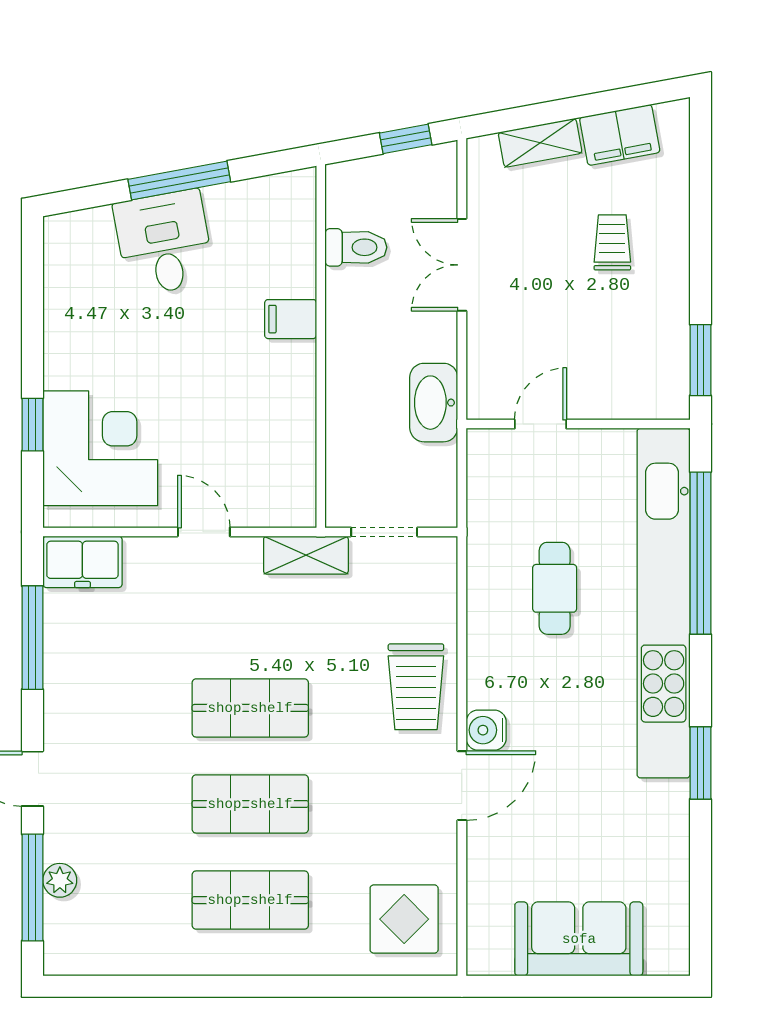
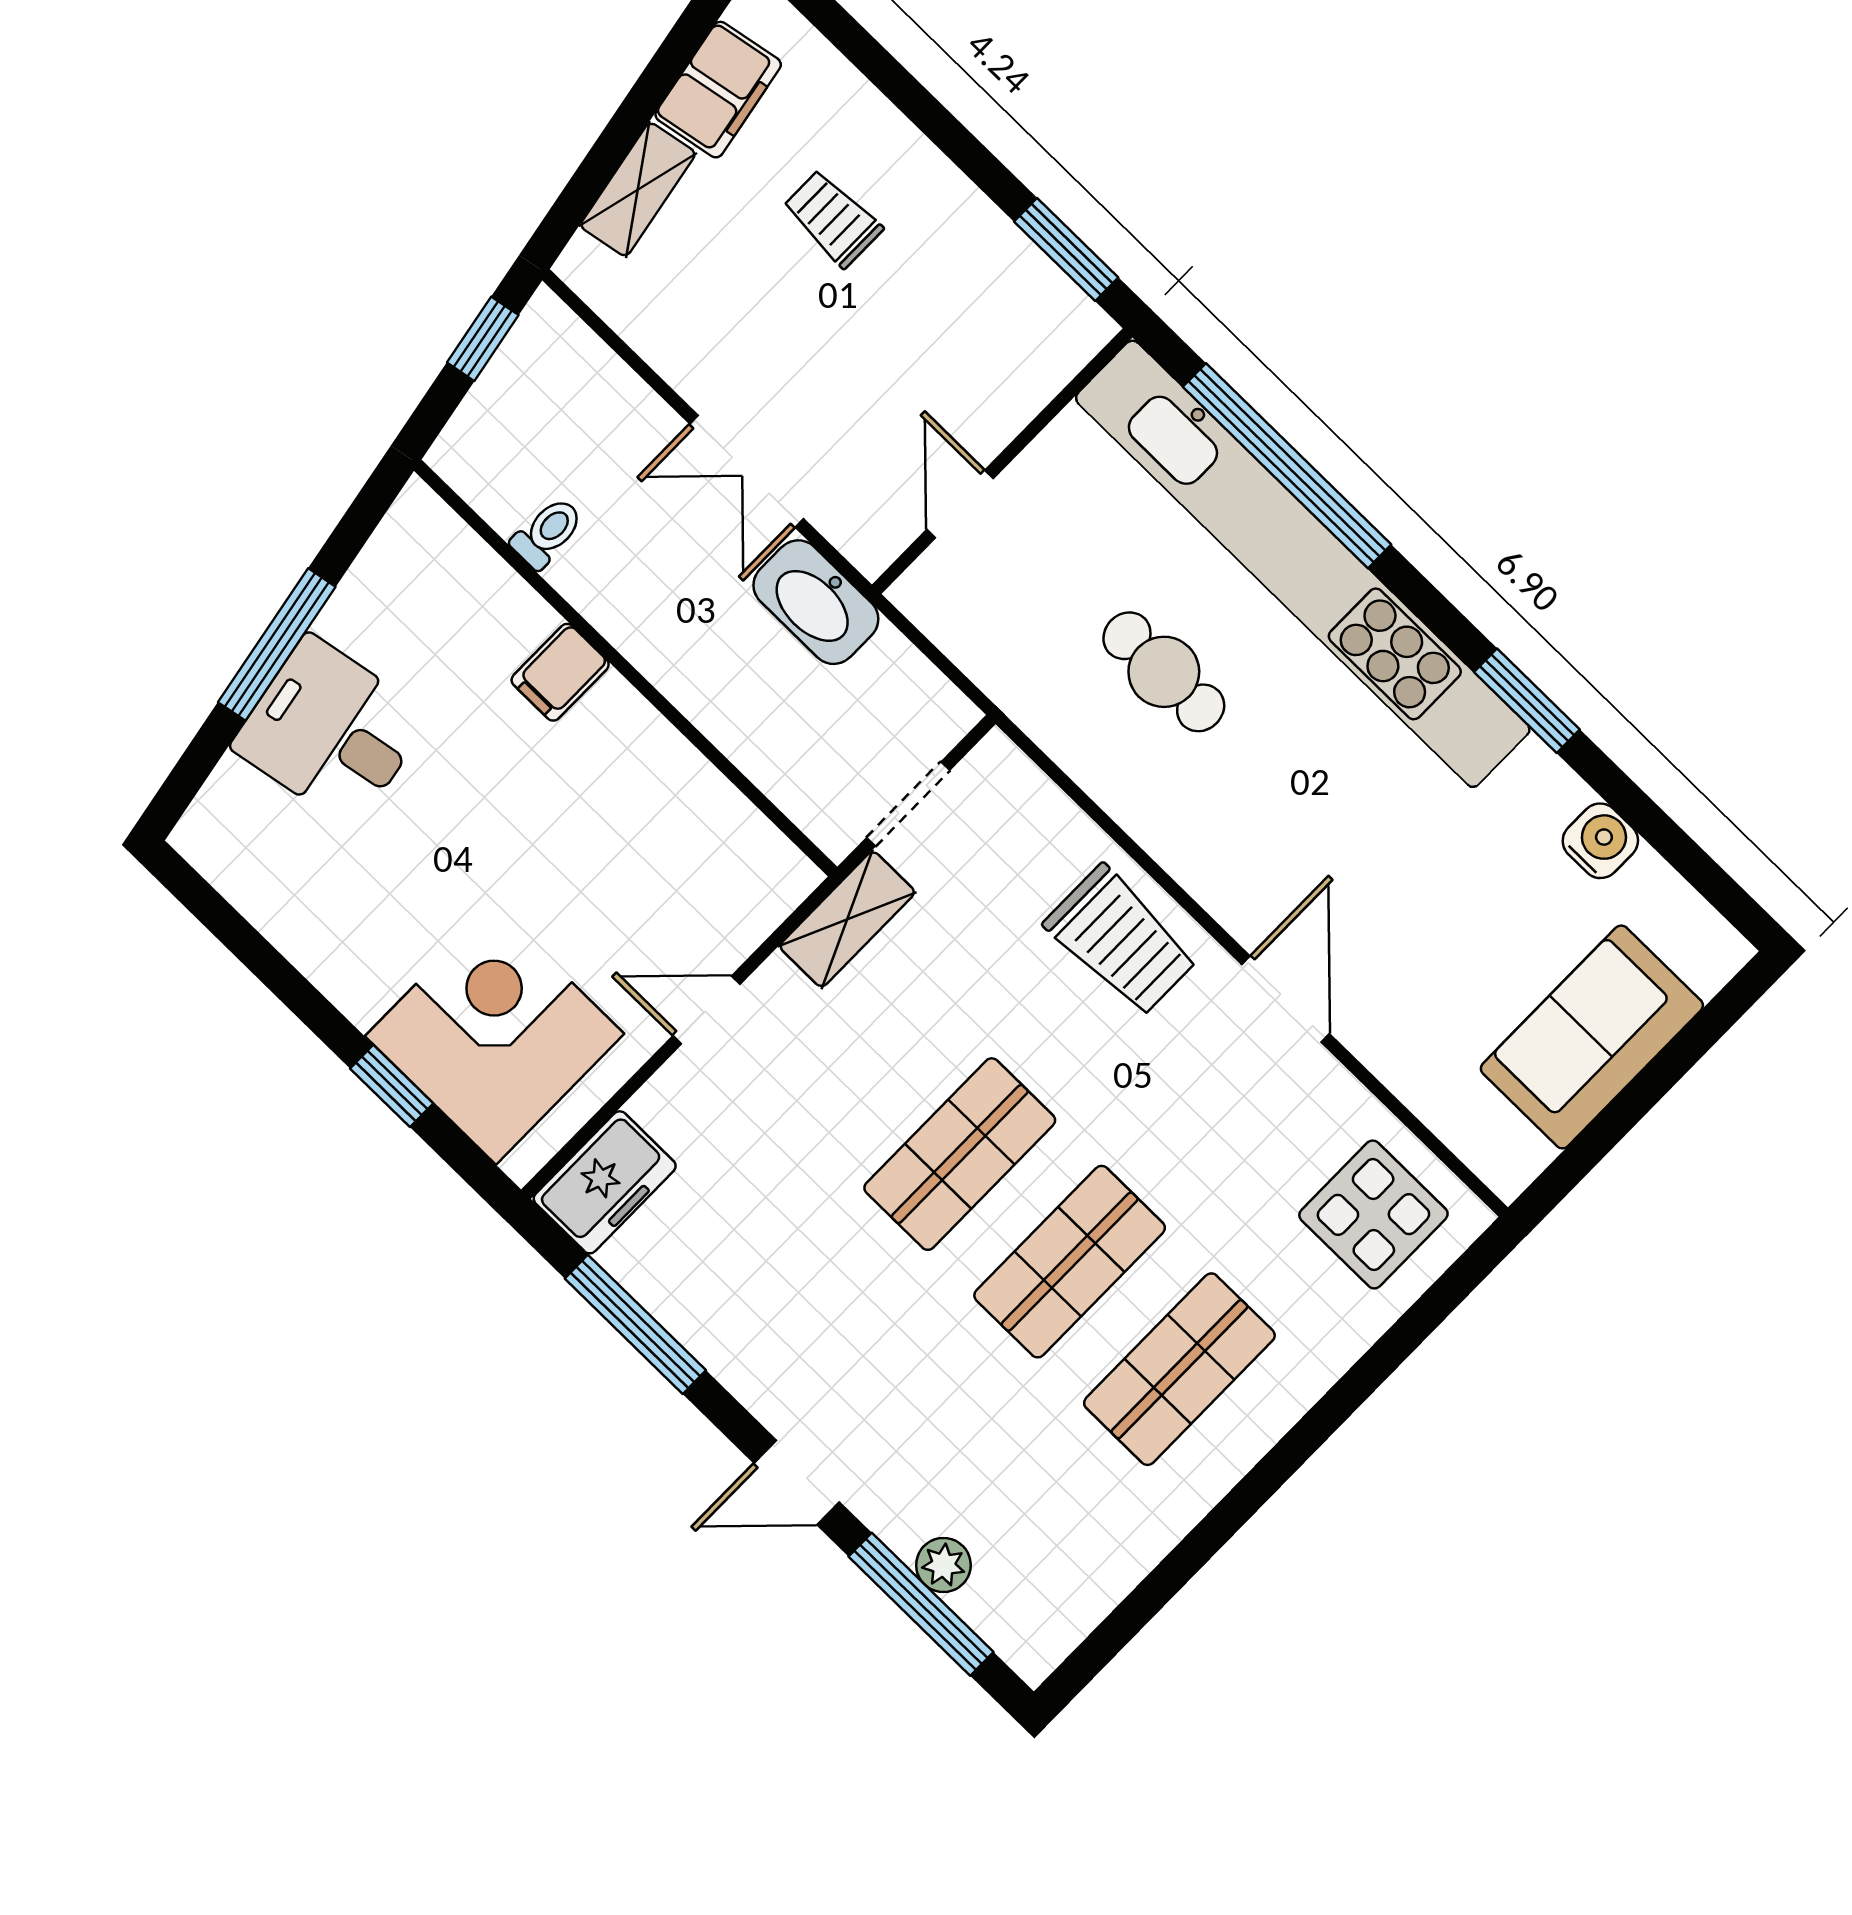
toilet: (356, 247) -> (547, 533), width x0.73, depth x0.72
double door: (462, 265) -> (747, 471), moved
water cooler: (486, 730) -> (1600, 841), moved, turned 180

